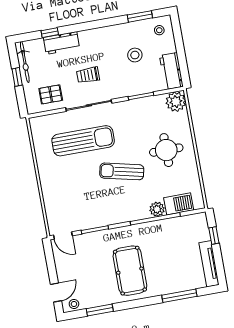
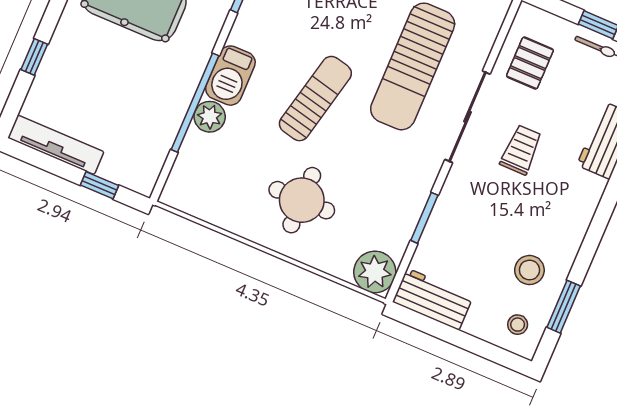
stool: (135, 55) -> (529, 270), moved
barbecue: (179, 204) -> (230, 76), moved
window: (179, 296) -> (34, 57), width x0.46

